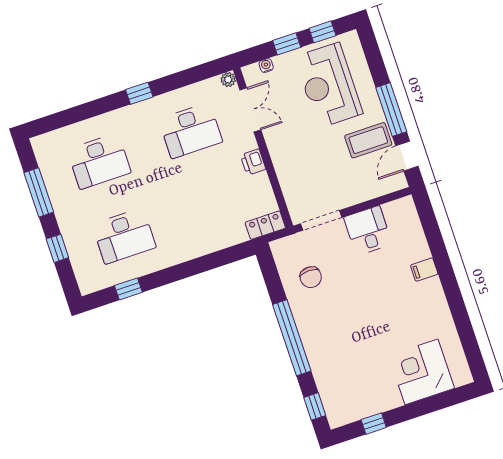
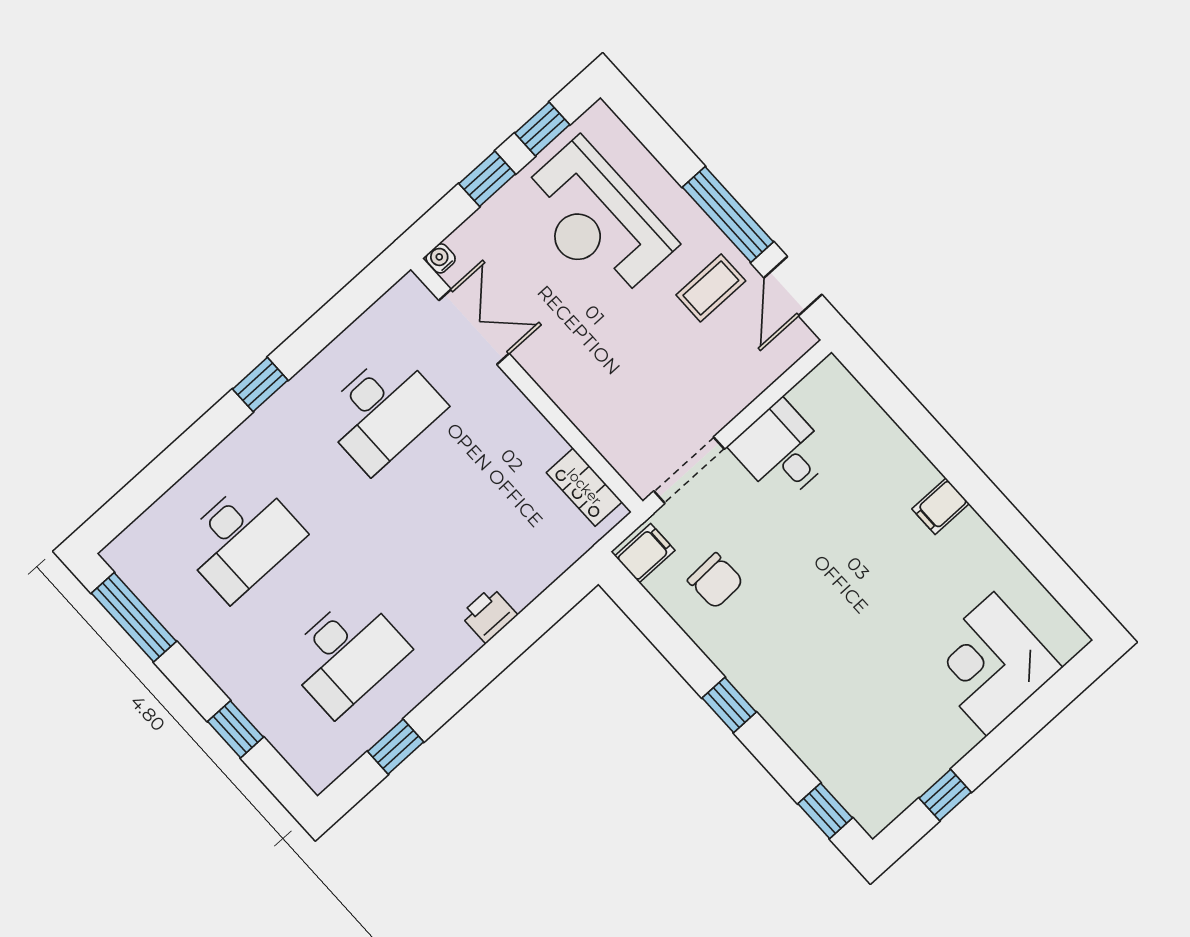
water cooler: (266, 66) -> (441, 258), moved
plant: (228, 80) -> (410, 290), removed
coffee table: (368, 140) -> (711, 288), width x0.73, depth x0.77
printer: (253, 162) -> (489, 615), moved, turned 90
window: (39, 192) -> (134, 617), moved
locker: (265, 225) -> (584, 487), moved, turned -90
filing cabinet: (284, 250) -> (645, 553), added
filing cabinet: (424, 270) -> (941, 506), moved
window: (292, 338) -> (729, 705), width x0.32

